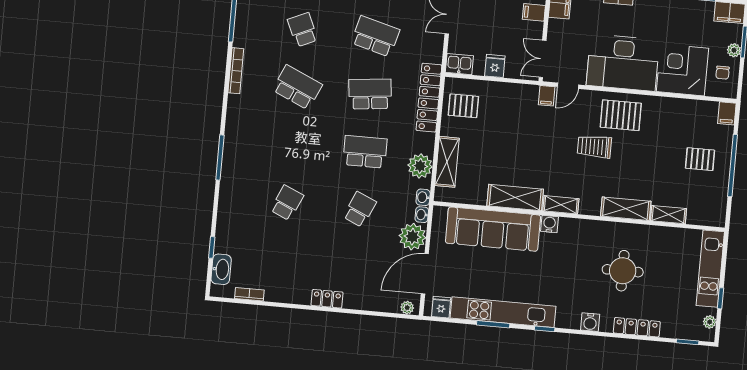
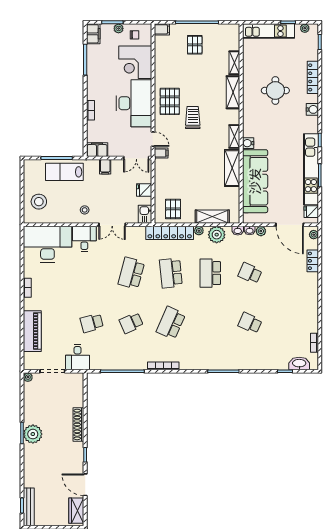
plant: (428, 141) -> (199, 231), added
trolley: (594, 147) -> (193, 117), turned 180
plant: (412, 237) -> (261, 231), width x0.53, depth x0.53
locker: (327, 299) -> (313, 261), moved

